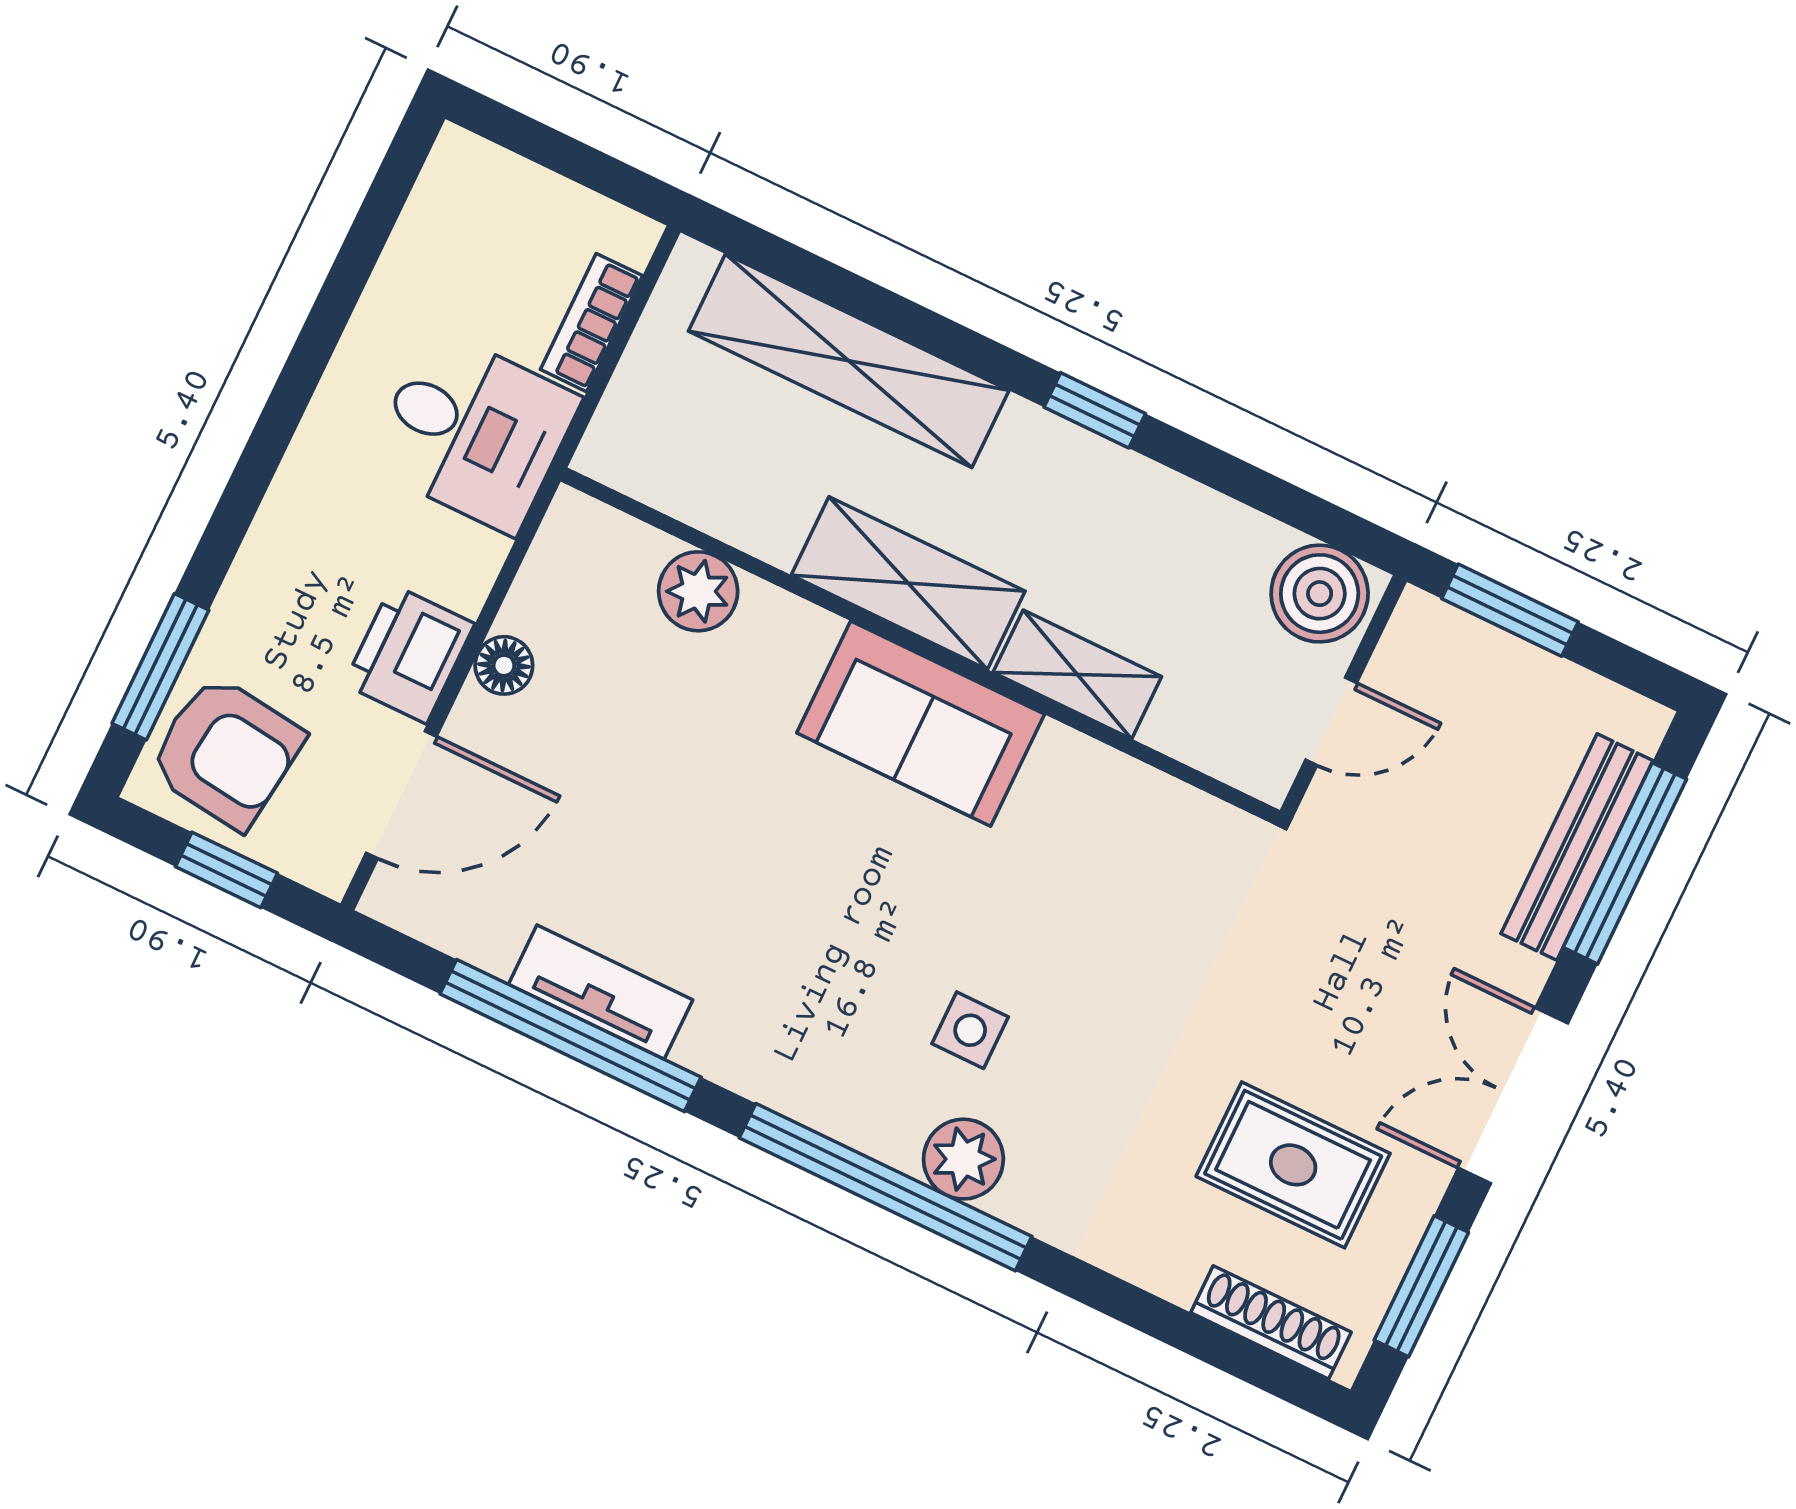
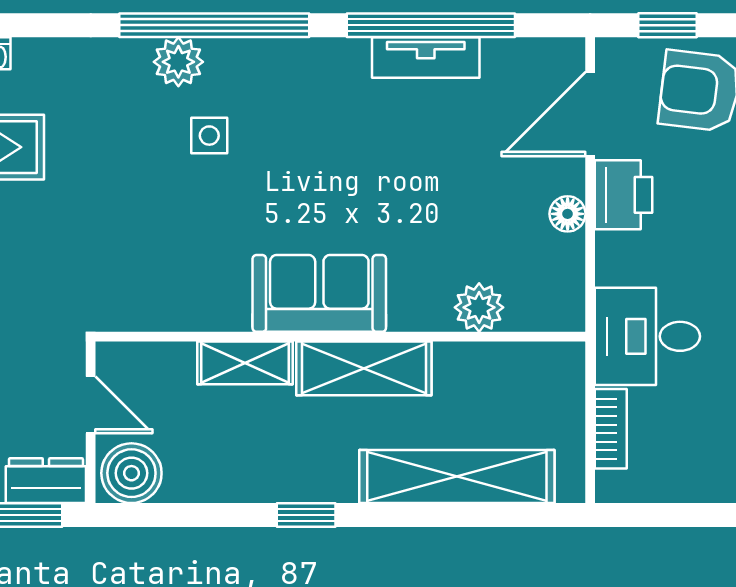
dresser: (1449, 643) -> (46, 481), added
door: (1331, 721) -> (91, 405), swing flipped

